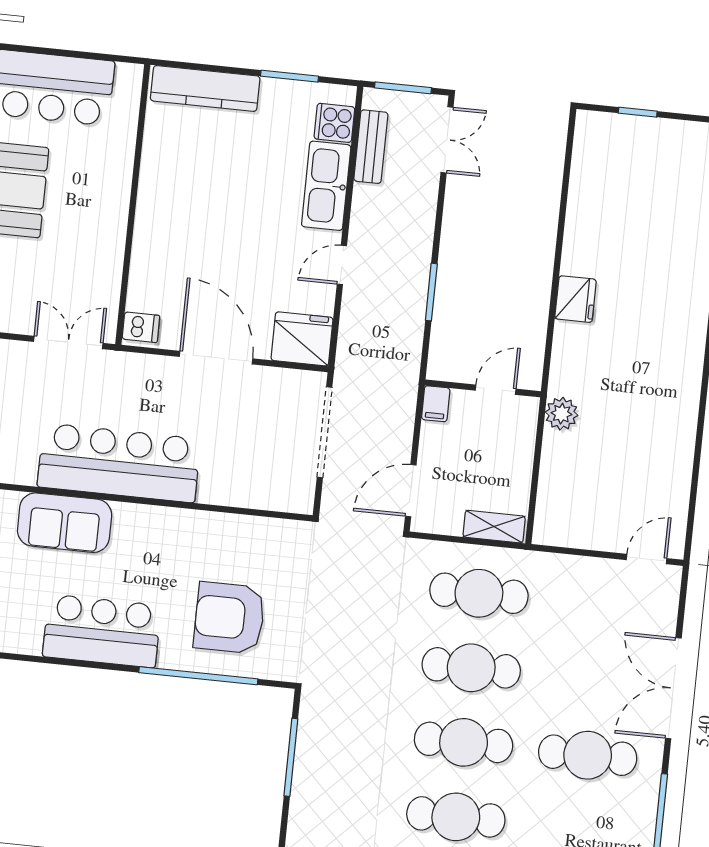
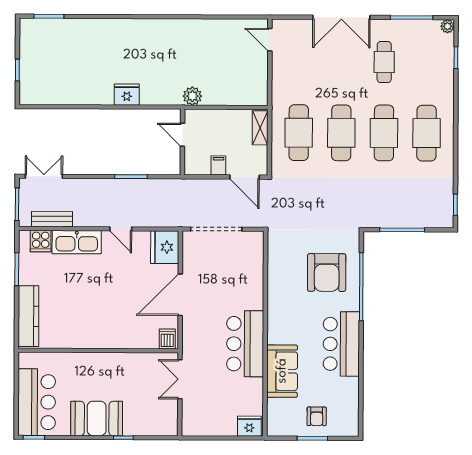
filing cabinet: (436, 404) -> (218, 165), moved, turned -90
bar counter: (119, 463) -> (245, 344), width x0.73
cafe table: (588, 755) -> (384, 62), width x0.73, depth x0.74

